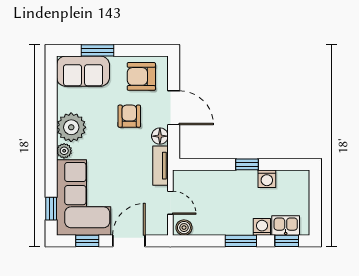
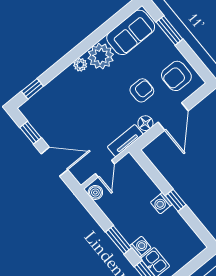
sofa: (83, 71) -> (131, 32), moved, turned -90
armchair: (141, 76) -> (176, 76), turned -90
washing machine: (267, 179) -> (161, 203), moved
corner sofa: (84, 198) -> (59, 105), removed

